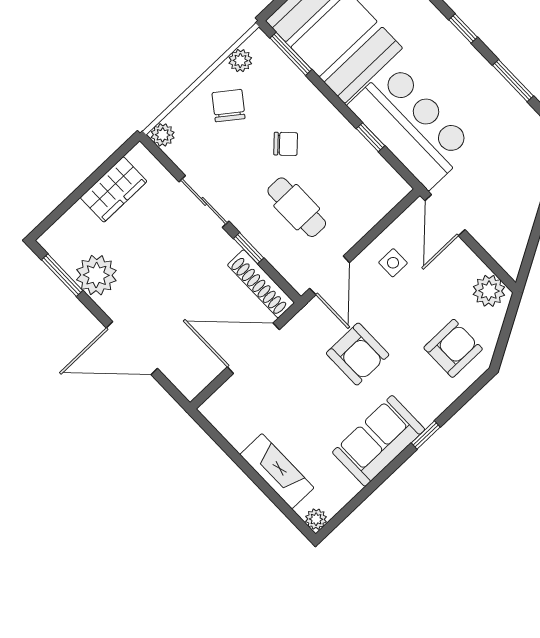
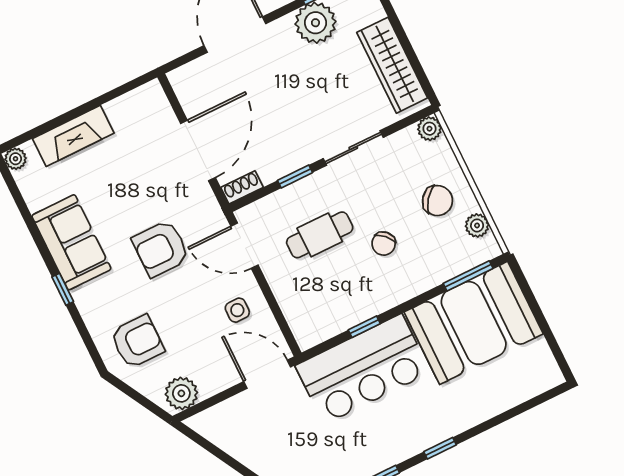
wardrobe: (114, 189) -> (392, 65), width x1.50
shoe rack: (261, 284) -> (242, 187), width x0.51, depth x0.81
armchair: (453, 348) -> (137, 342), turned -90

